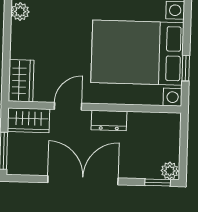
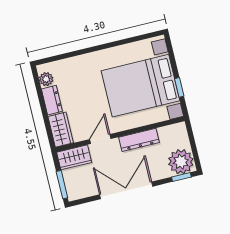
dresser: (20, 40) -> (52, 100), added
dresser: (109, 121) -> (139, 140), width x1.44
plant: (170, 171) -> (181, 162), width x1.88, depth x1.88

